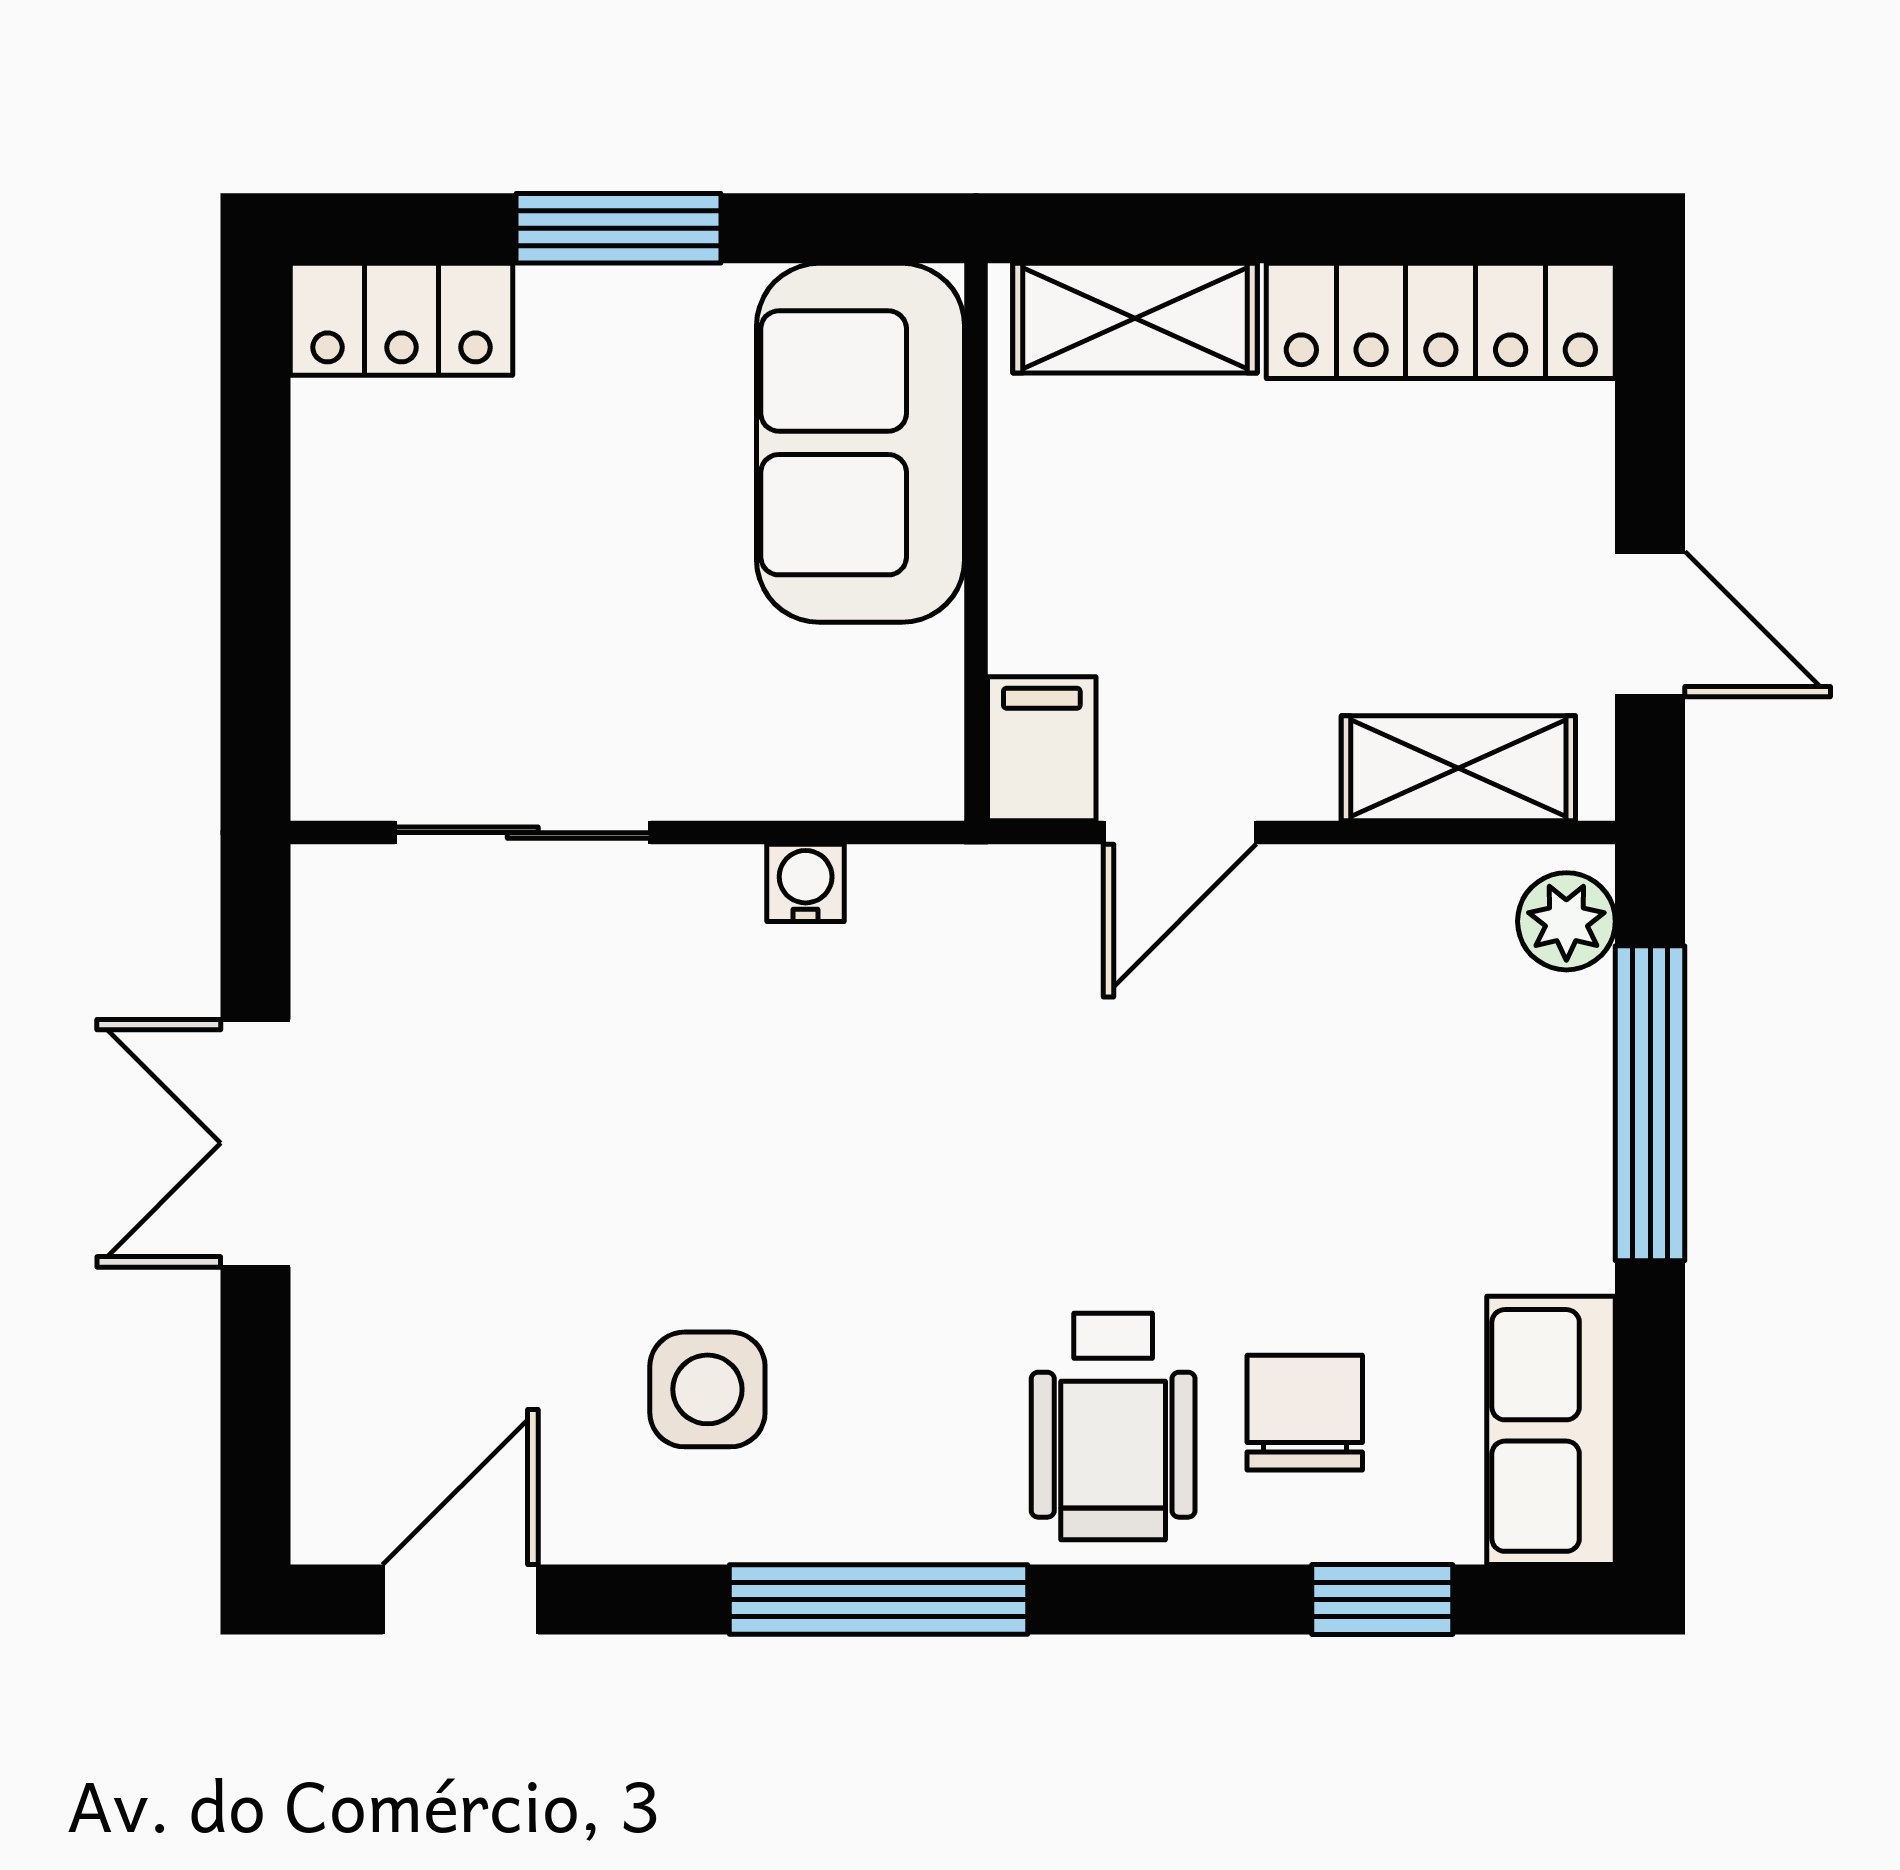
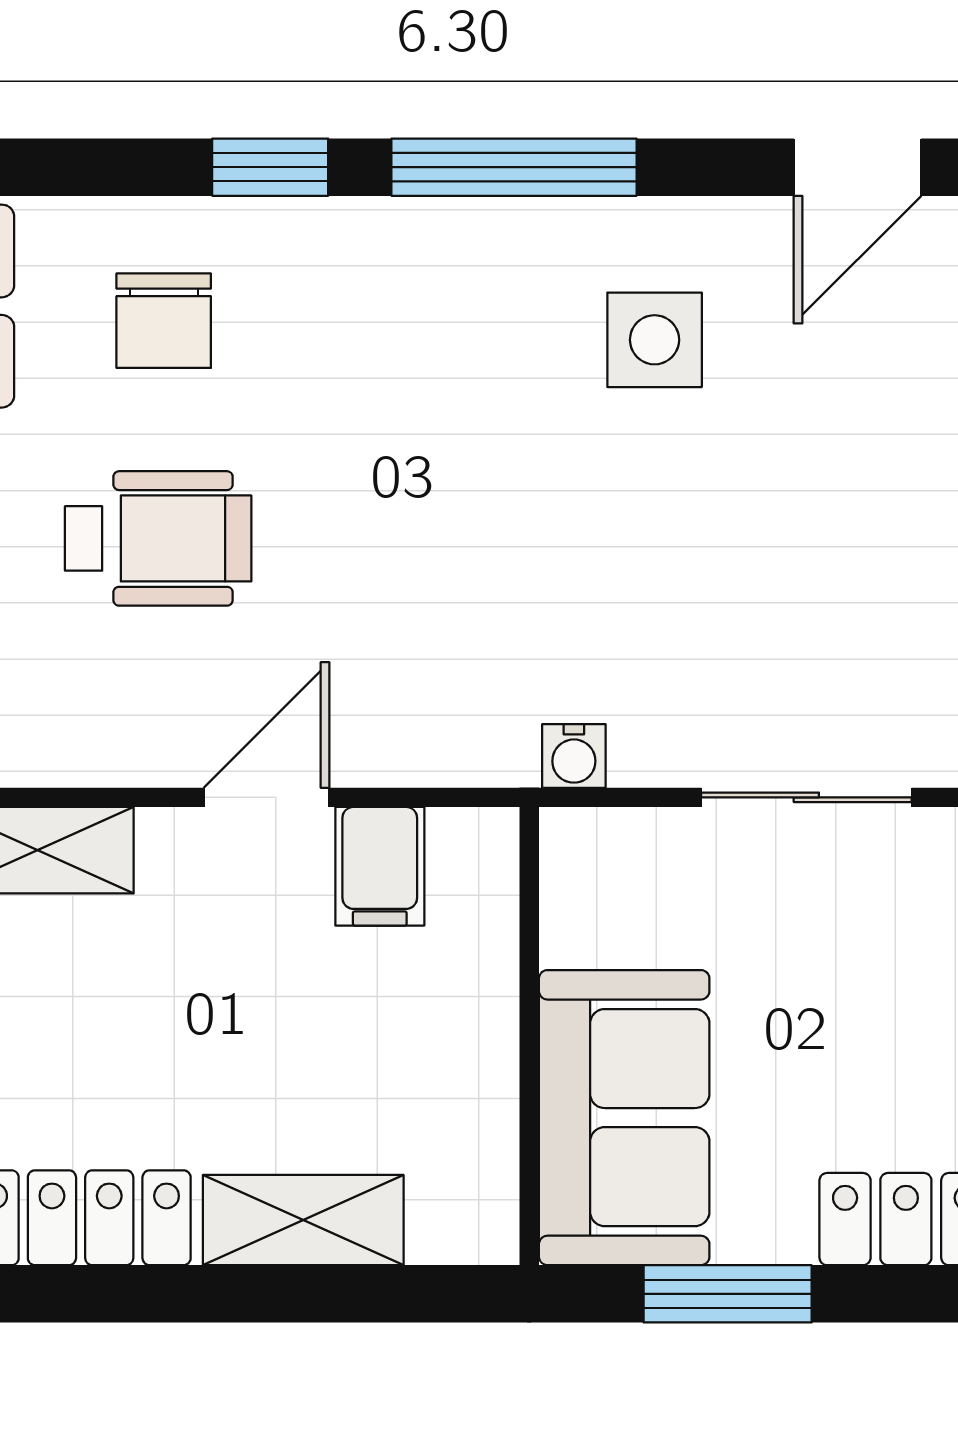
sofa: (861, 443) -> (624, 1118), moved
wall: (976, 542) -> (529, 1036), moved
wheelchair: (1113, 1427) -> (158, 538), moved, turned 90
window: (1382, 1600) -> (270, 167), moved

